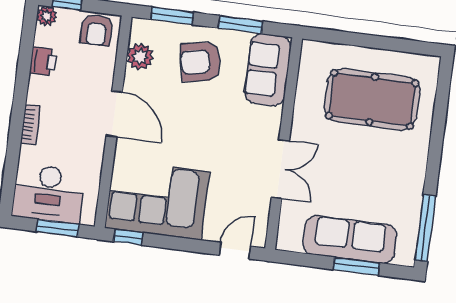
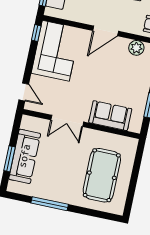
armchair: (201, 62) -> (131, 81), removed
sofa: (268, 70) -> (110, 116), moved
window: (425, 228) -> (50, 204), moved

